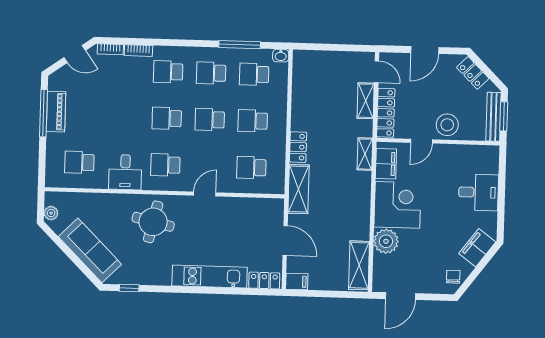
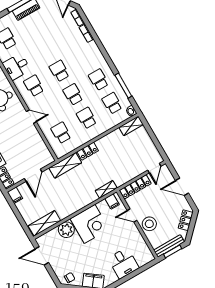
school desk: (168, 72) -> (85, 56), removed
shelving: (366, 101) -> (131, 126), moved
filing cabinet: (386, 164) -> (112, 201), width x0.50

